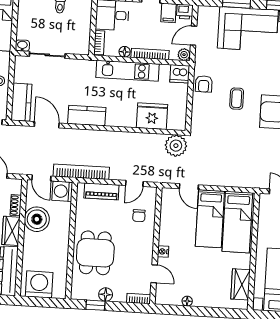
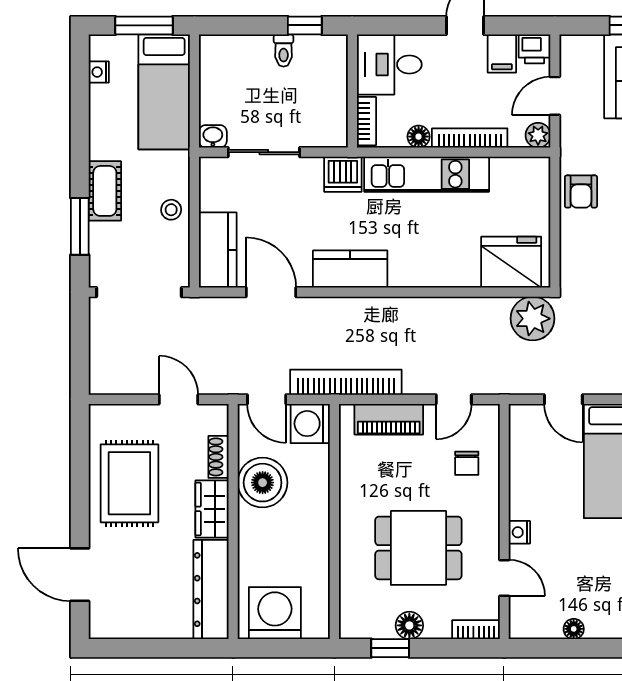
dishwasher: (180, 74) -> (343, 174), moved
fridge: (152, 116) -> (511, 262), moved
dining table: (95, 253) -> (418, 548), moved, turned 90

